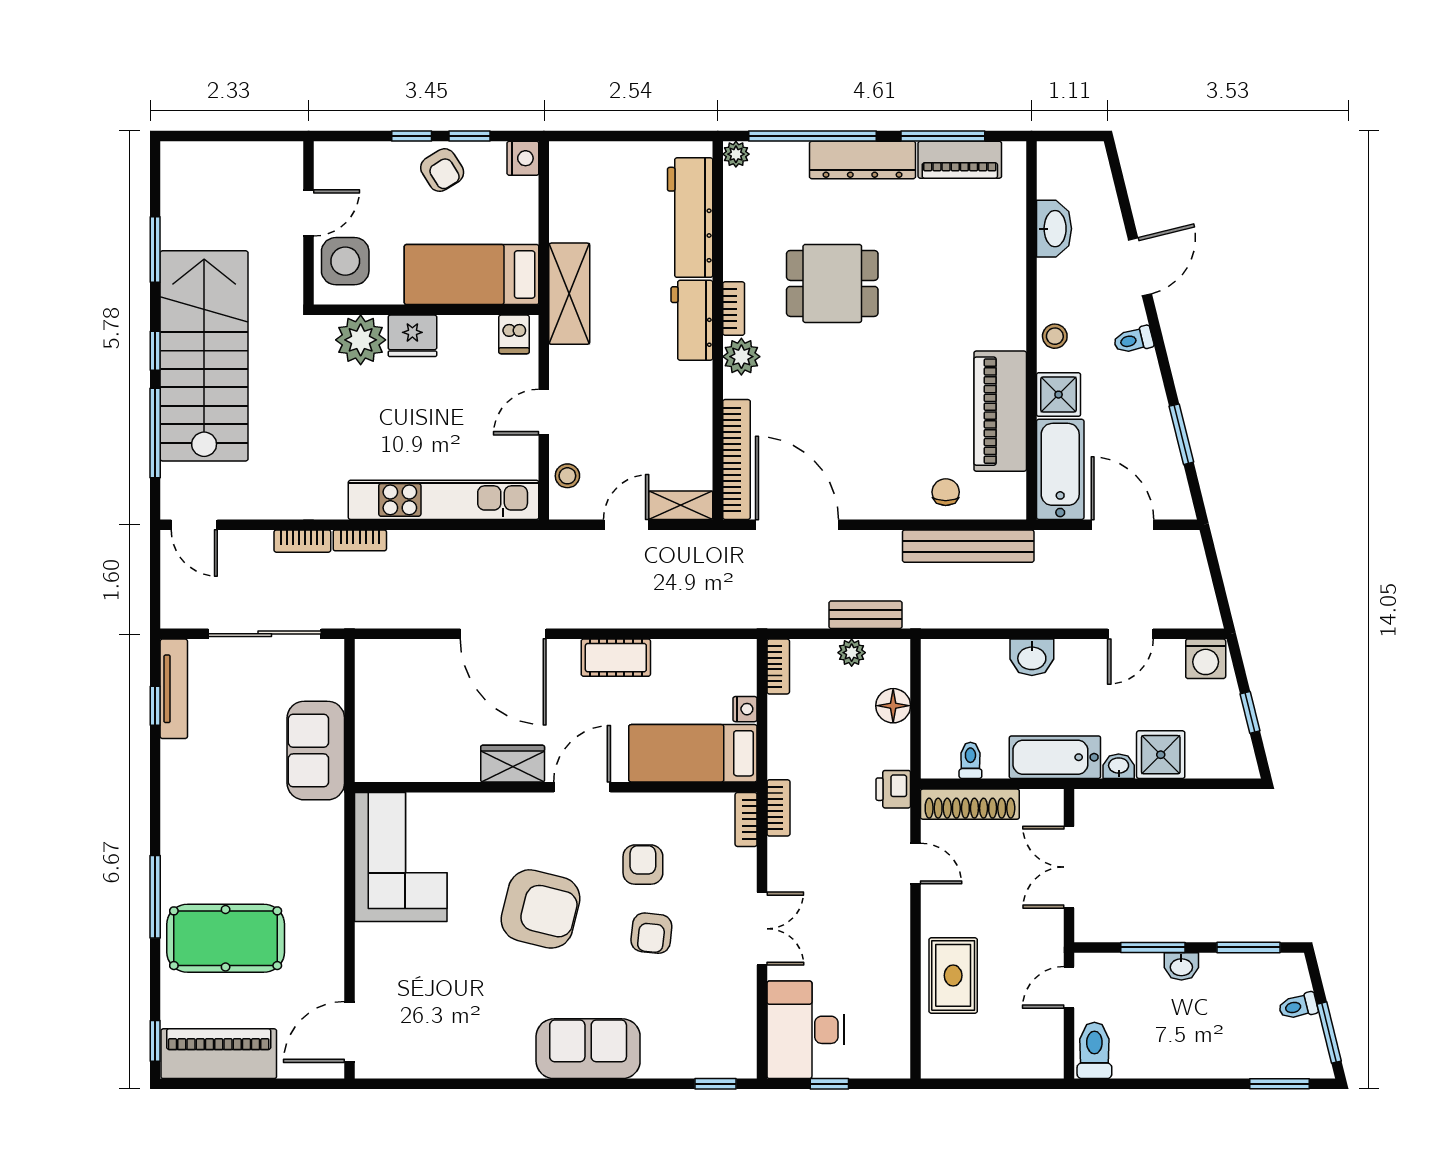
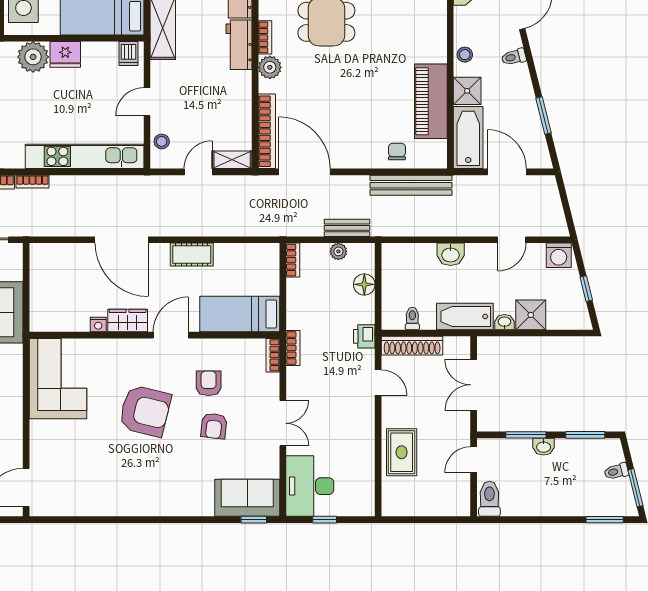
nightstand: (745, 709) -> (98, 325), moved, turned 90
sofa: (588, 1049) -> (247, 498), moved

